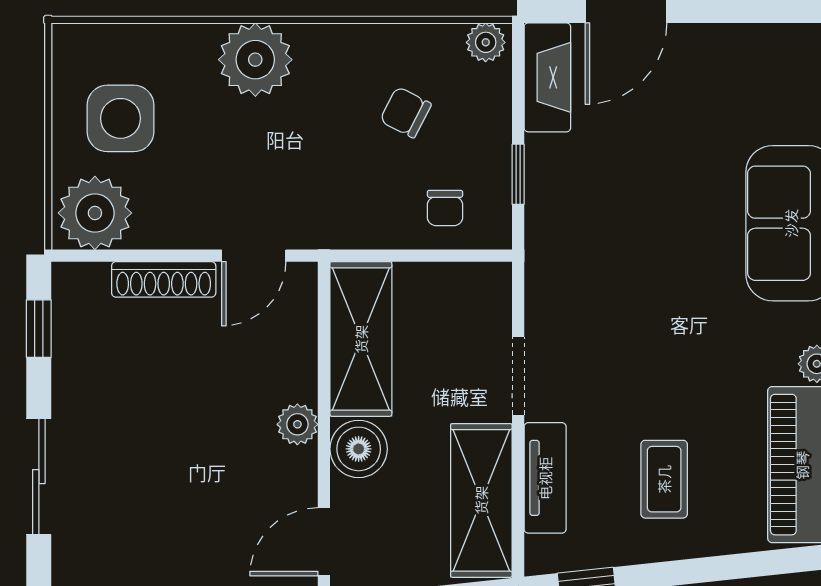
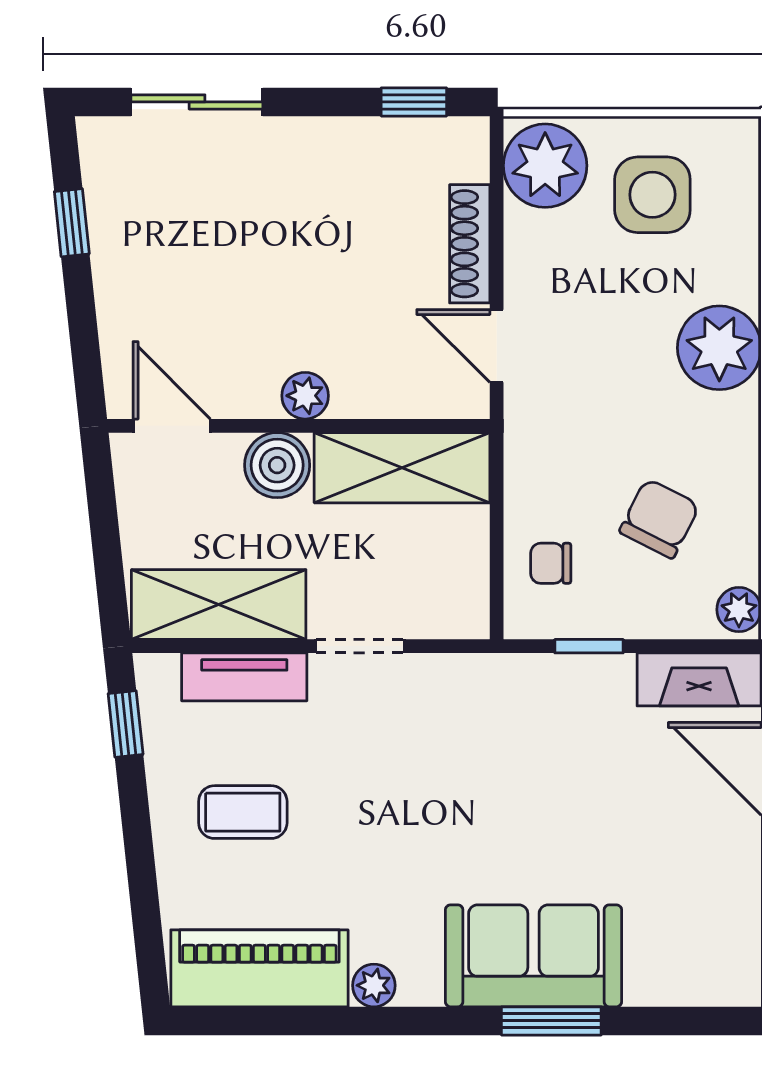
chair: (406, 112) -> (659, 518), width x1.37, depth x1.37
sliding door: (39, 477) -> (197, 102), moved

